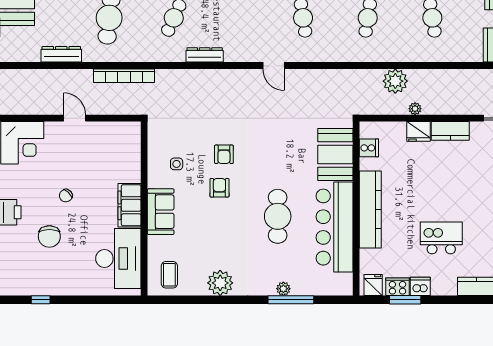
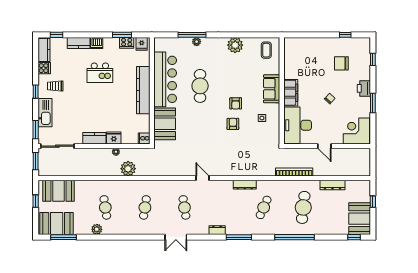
cooker: (369, 148) -> (144, 138), moved
chair: (49, 236) -> (341, 63), moved, turned -90
desk: (118, 259) -> (298, 125), moved
dishwasher: (420, 286) -> (97, 43), moved

